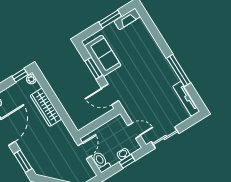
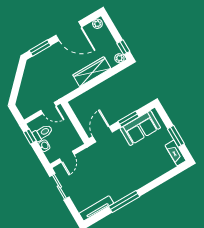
window: (127, 161) -> (30, 137), moved
toilet: (101, 162) -> (43, 133), moved

